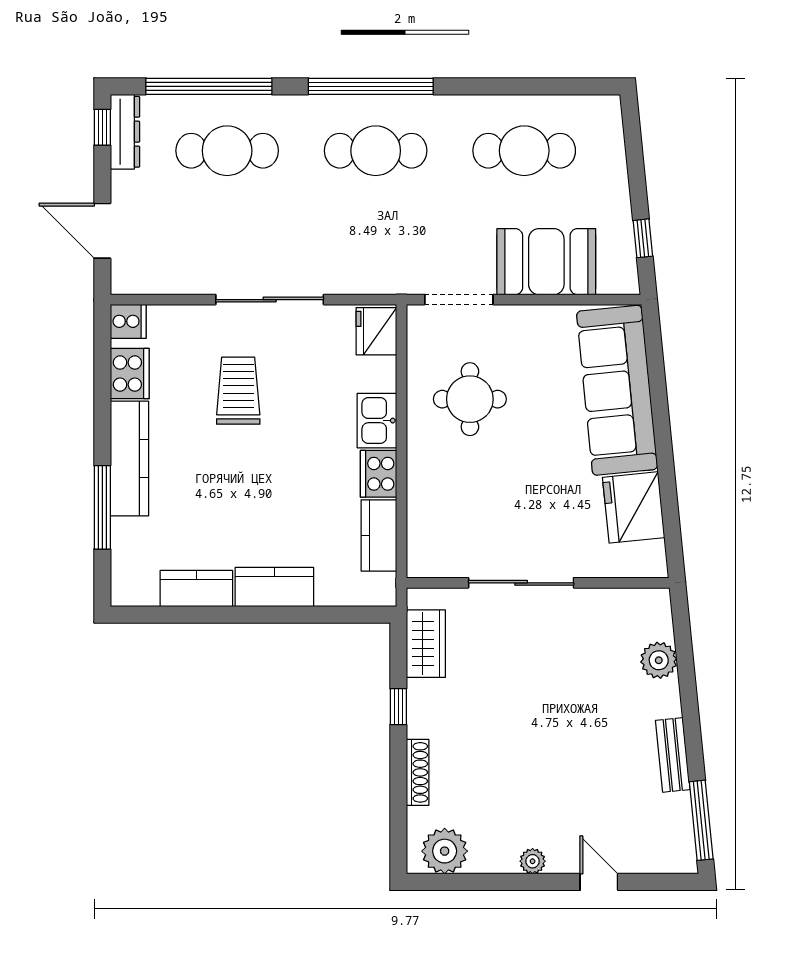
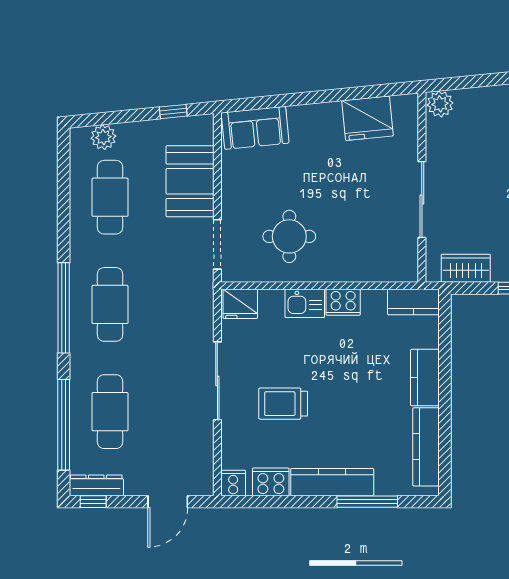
plant: (608, 142) -> (103, 137), added
sofa: (617, 390) -> (255, 128), width x0.54, depth x0.79
kitchen counter: (379, 535) -> (413, 302), moved
kitchen counter: (196, 589) -> (426, 447), width x1.50
plant: (659, 660) -> (440, 104), moved

